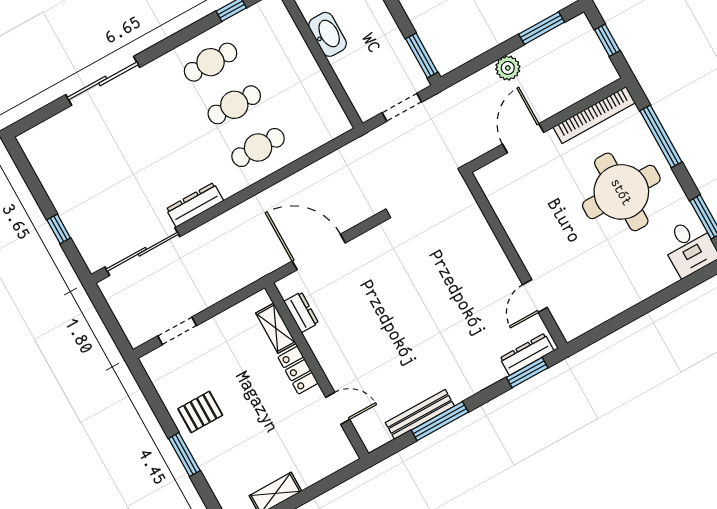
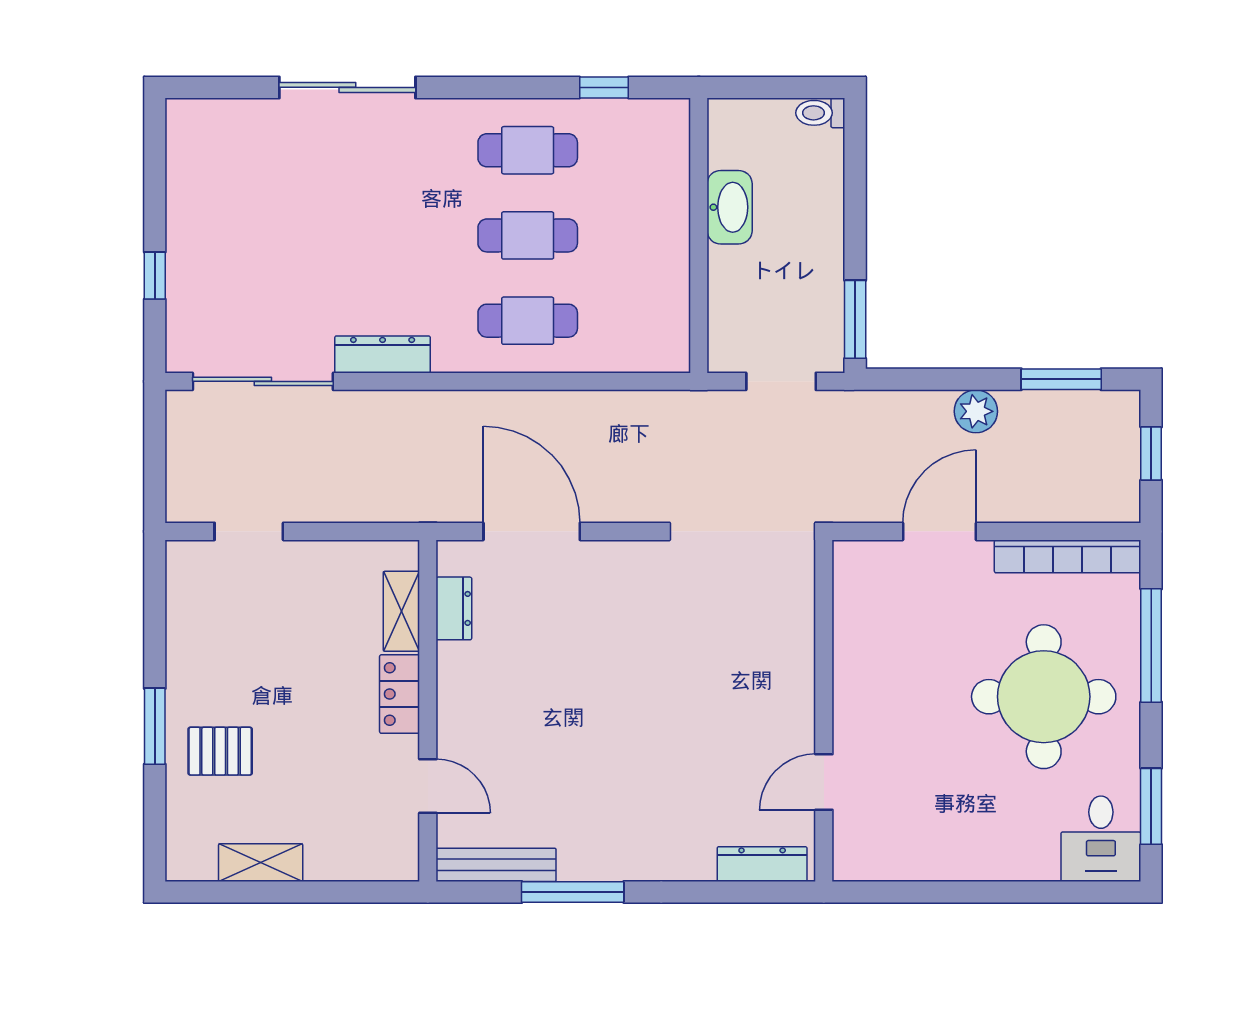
window: (527, 373) -> (747, 892), removed
pallet: (200, 412) -> (220, 751), moved
bench: (420, 414) -> (496, 865), moved

